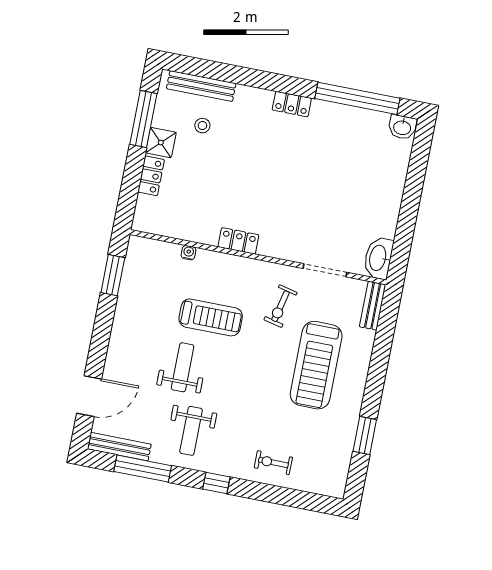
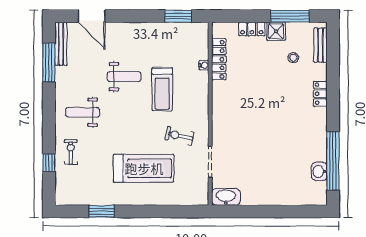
bench: (201, 86) -> (320, 45), width x0.73
locker: (292, 104) -> (320, 94), moved
washbasin: (402, 127) -> (319, 171), moved
locker: (238, 241) -> (219, 59), moved, width x1.53
bench: (373, 306) -> (192, 199), removed
treadmill: (316, 365) -> (144, 168), turned 180
weight bench: (191, 431) -> (83, 112), moved
window: (216, 483) -> (49, 163), moved

